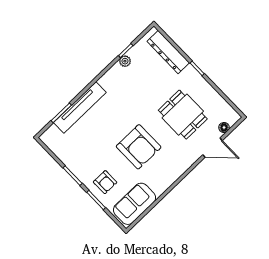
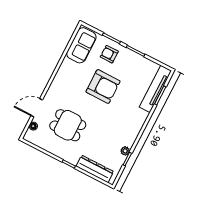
tv unit: (80, 107) -> (155, 89), moved
armchair: (139, 147) -> (103, 86), moved, turned 180

